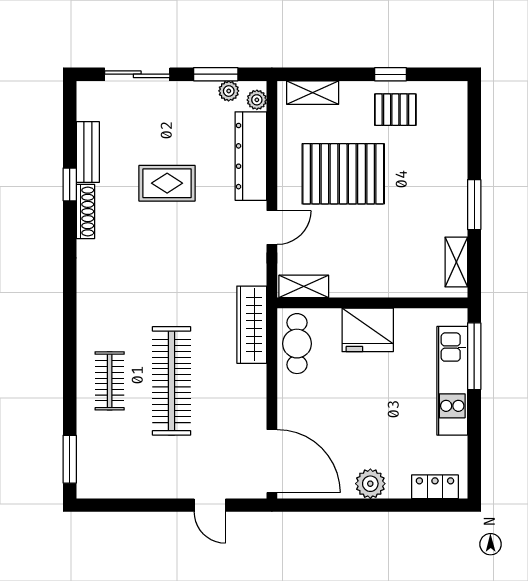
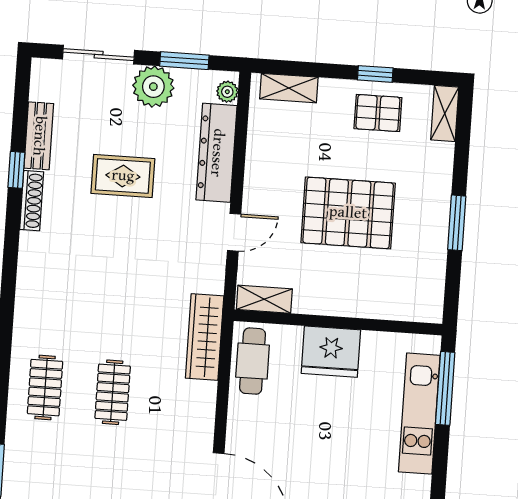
plant: (229, 91) -> (153, 87), moved, width x1.87, depth x1.87
pallet: (343, 174) -> (348, 213), moved
shelving: (456, 262) -> (445, 113), moved
clothes rail: (171, 381) -> (113, 392), width x0.54, depth x0.76

